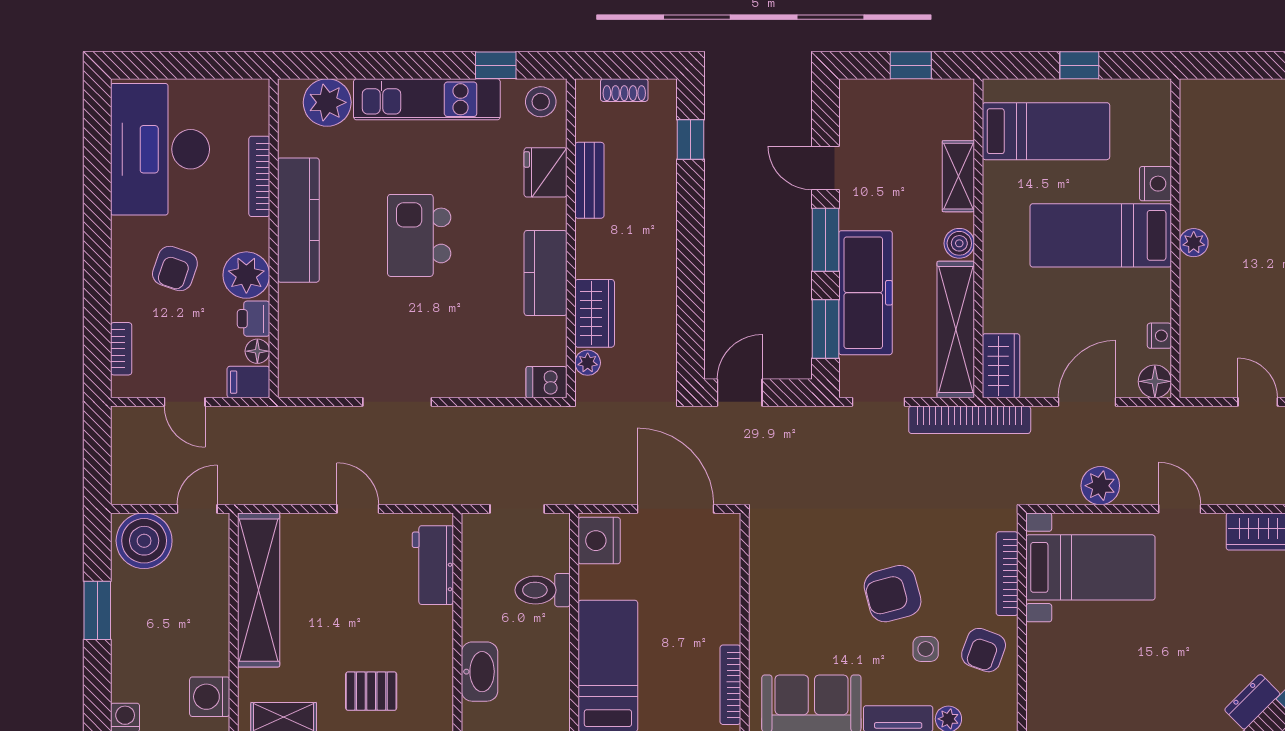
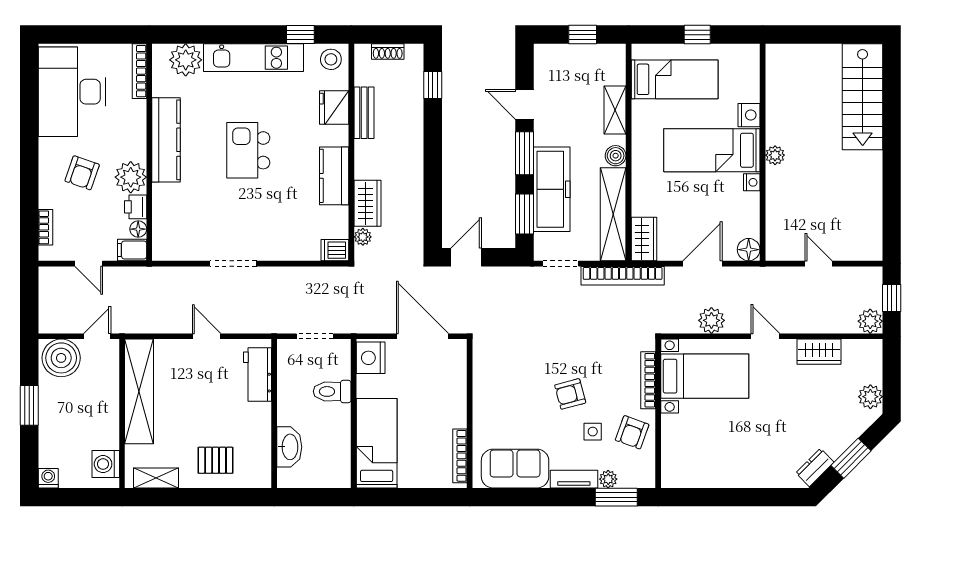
bookcase: (259, 176) -> (139, 71), moved
nightstand: (1159, 336) -> (752, 182), moved
armchair: (893, 594) -> (570, 394), width x0.72, depth x0.72

